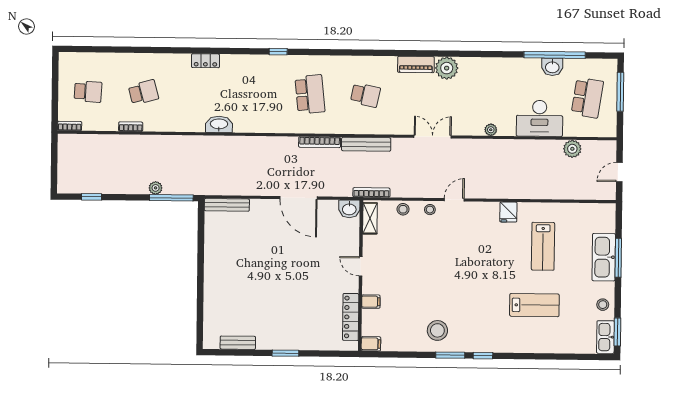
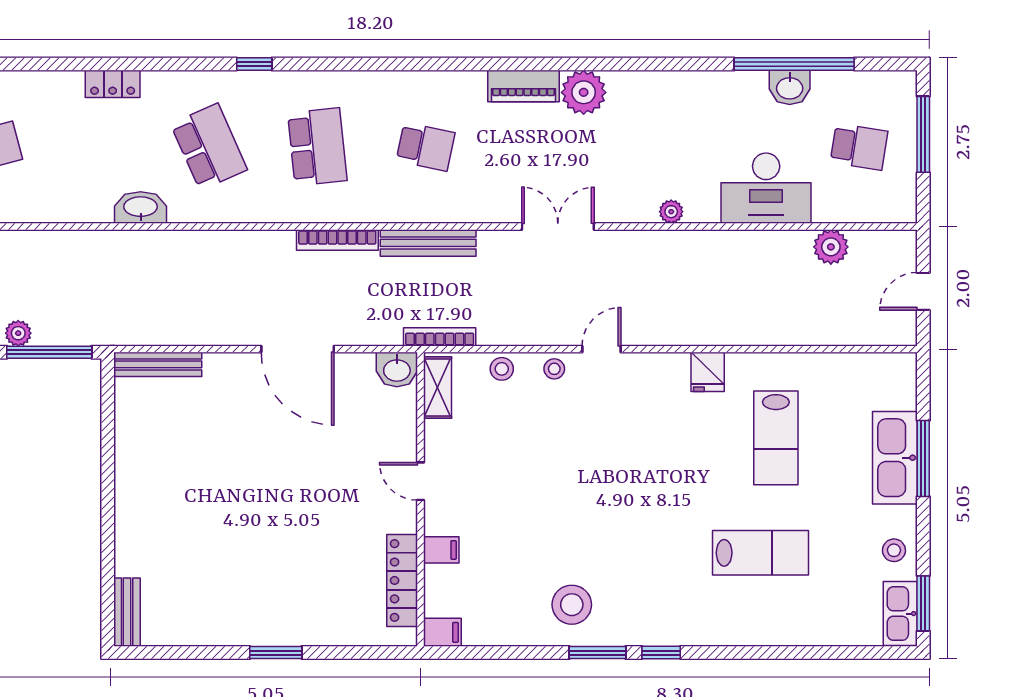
school desk: (254, 94) -> (209, 147), added
school desk: (587, 98) -> (859, 147), width x0.54
bench: (238, 343) -> (127, 612), moved, turned 90

